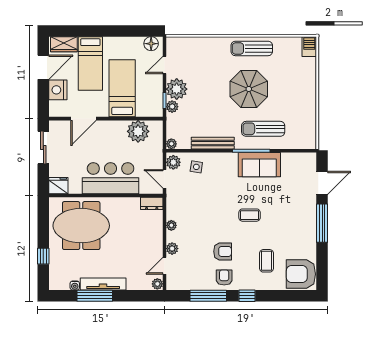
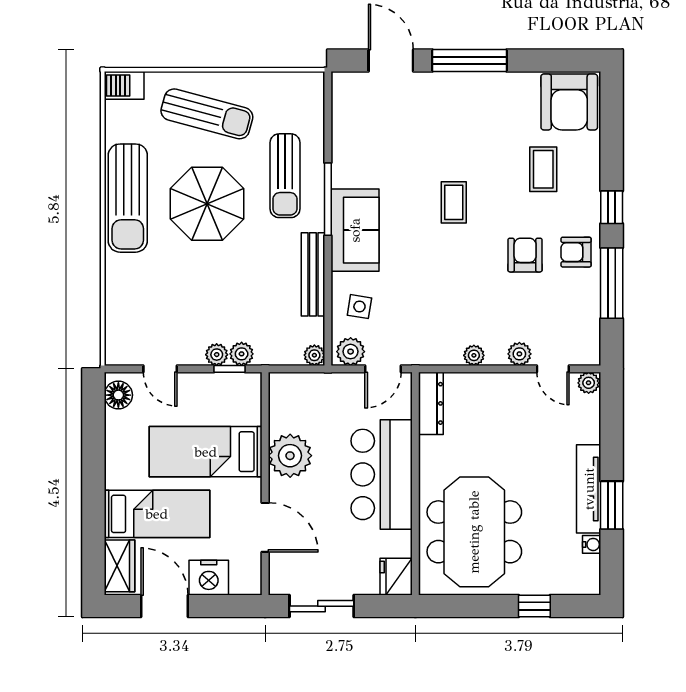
sun lounger: (252, 48) -> (128, 198), width x1.36, depth x1.34
plant: (177, 89) -> (217, 355), width x0.53, depth x0.53
sun lounger: (295, 89) -> (207, 114), added
plant: (138, 131) -> (290, 456), moved
sofa: (259, 165) -> (355, 230), moved
dresser: (152, 203) -> (431, 403), width x1.44
coffee table: (266, 261) -> (543, 169), turned 90
window: (95, 296) -> (612, 505), width x0.69

